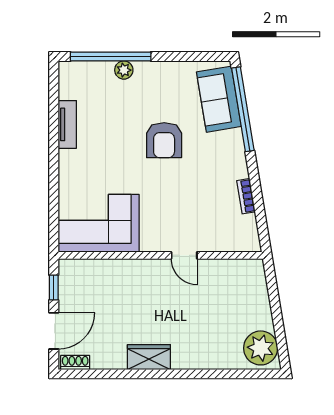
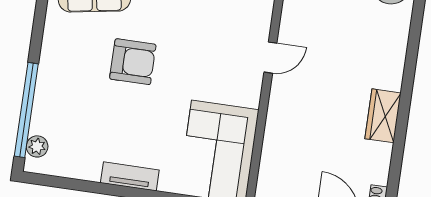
plant: (124, 70) -> (37, 146), moved
tv unit: (67, 124) -> (130, 176), moved

